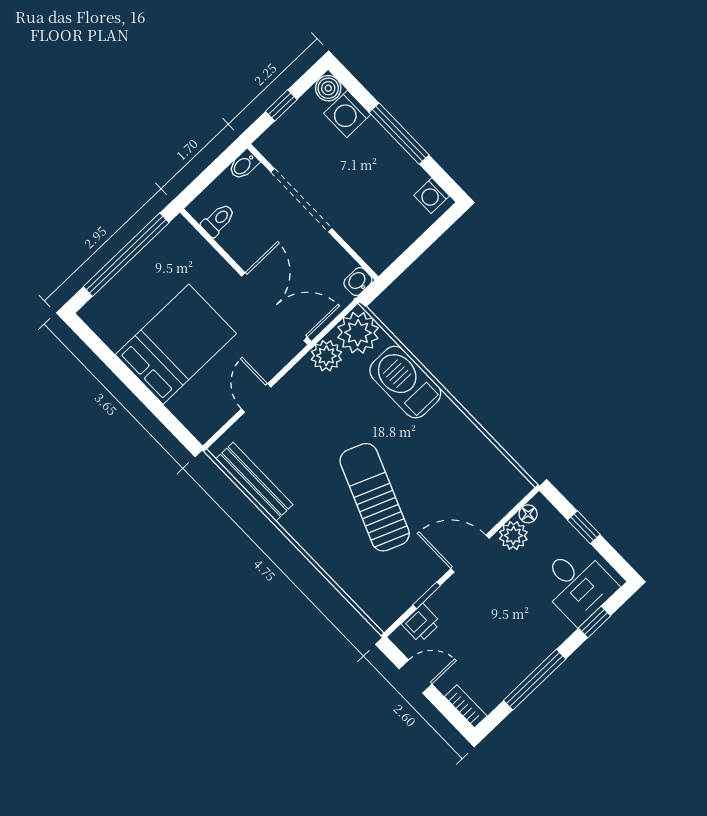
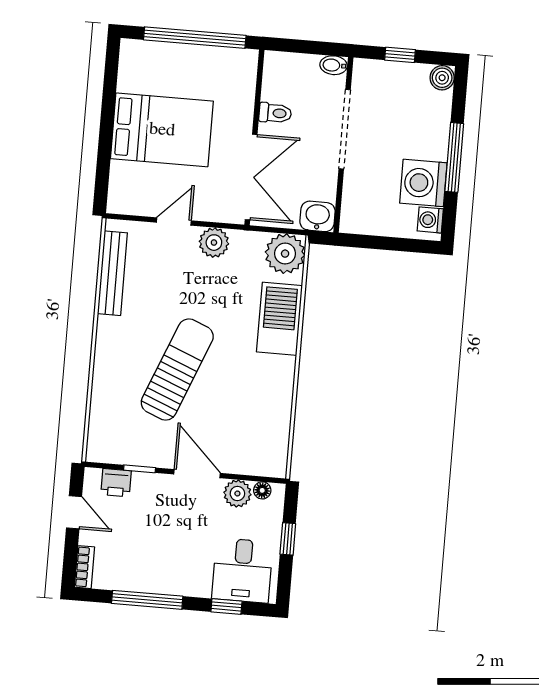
washing machine: (347, 114) -> (423, 183), moved, width x1.37, depth x1.37
toilet: (218, 220) -> (275, 113), moved
washbasin: (358, 282) -> (317, 216), width x1.38, depth x1.45
plant: (326, 356) -> (214, 243), moved

